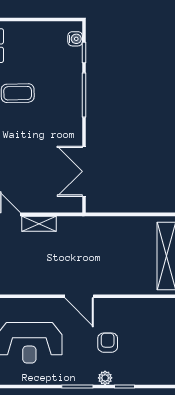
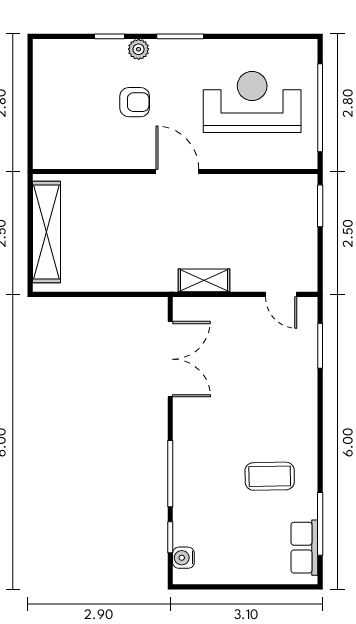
shelving: (39, 224) -> (204, 280), moved
armchair: (108, 343) -> (135, 102), turned -90

